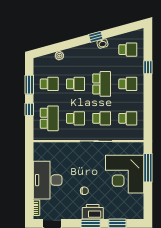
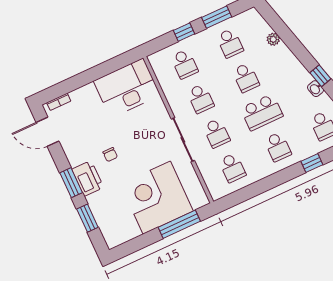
school desk: (49, 118) -> (184, 64), width x0.54
desk: (48, 180) -> (127, 88), moved

